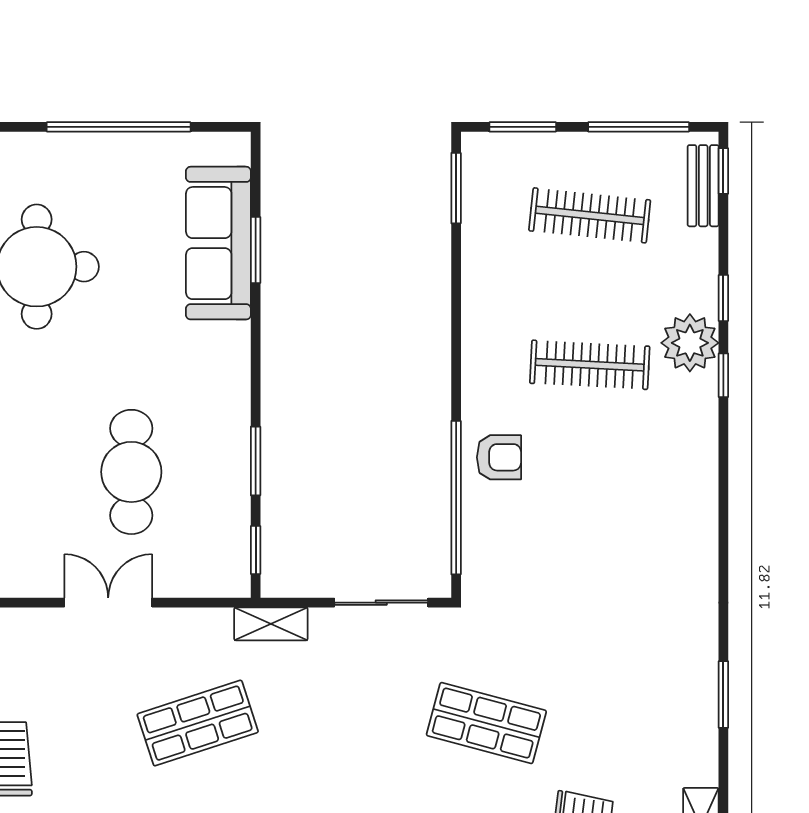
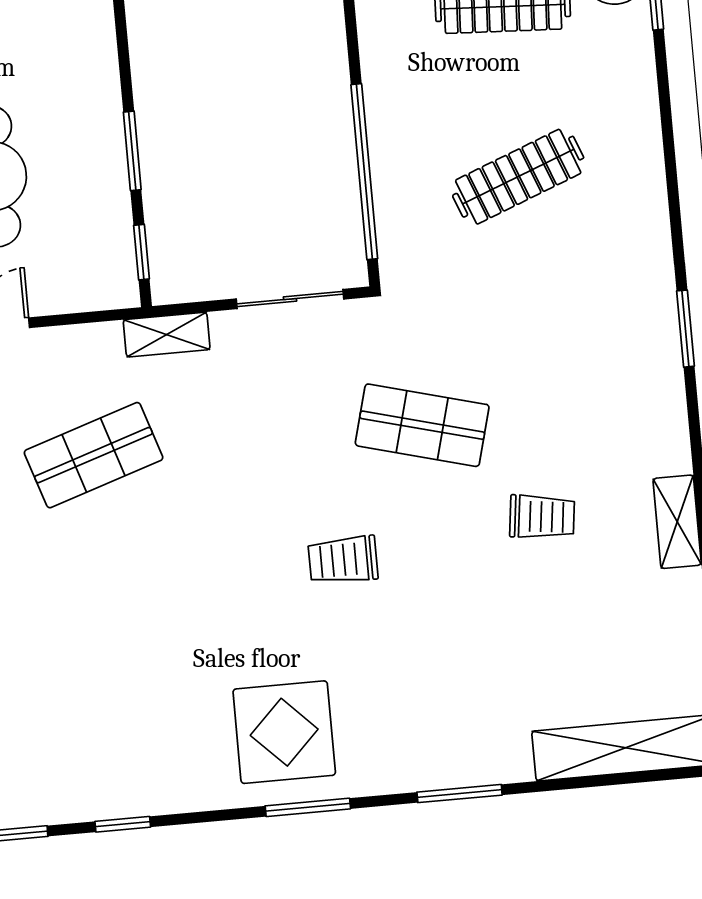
armchair: (499, 457) -> (409, 121), removed
clothes rail: (590, 514) -> (518, 177), added
window: (723, 695) -> (685, 329), moved

